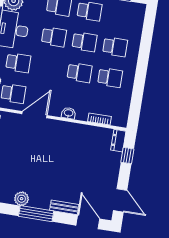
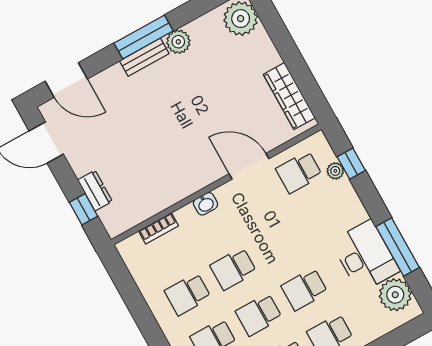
school desk: (18, 63) -> (324, 218), removed
door: (34, 115) -> (249, 166), swing flipped
dresser: (118, 141) -> (95, 191), moved
bench: (64, 207) -> (144, 57), moved

